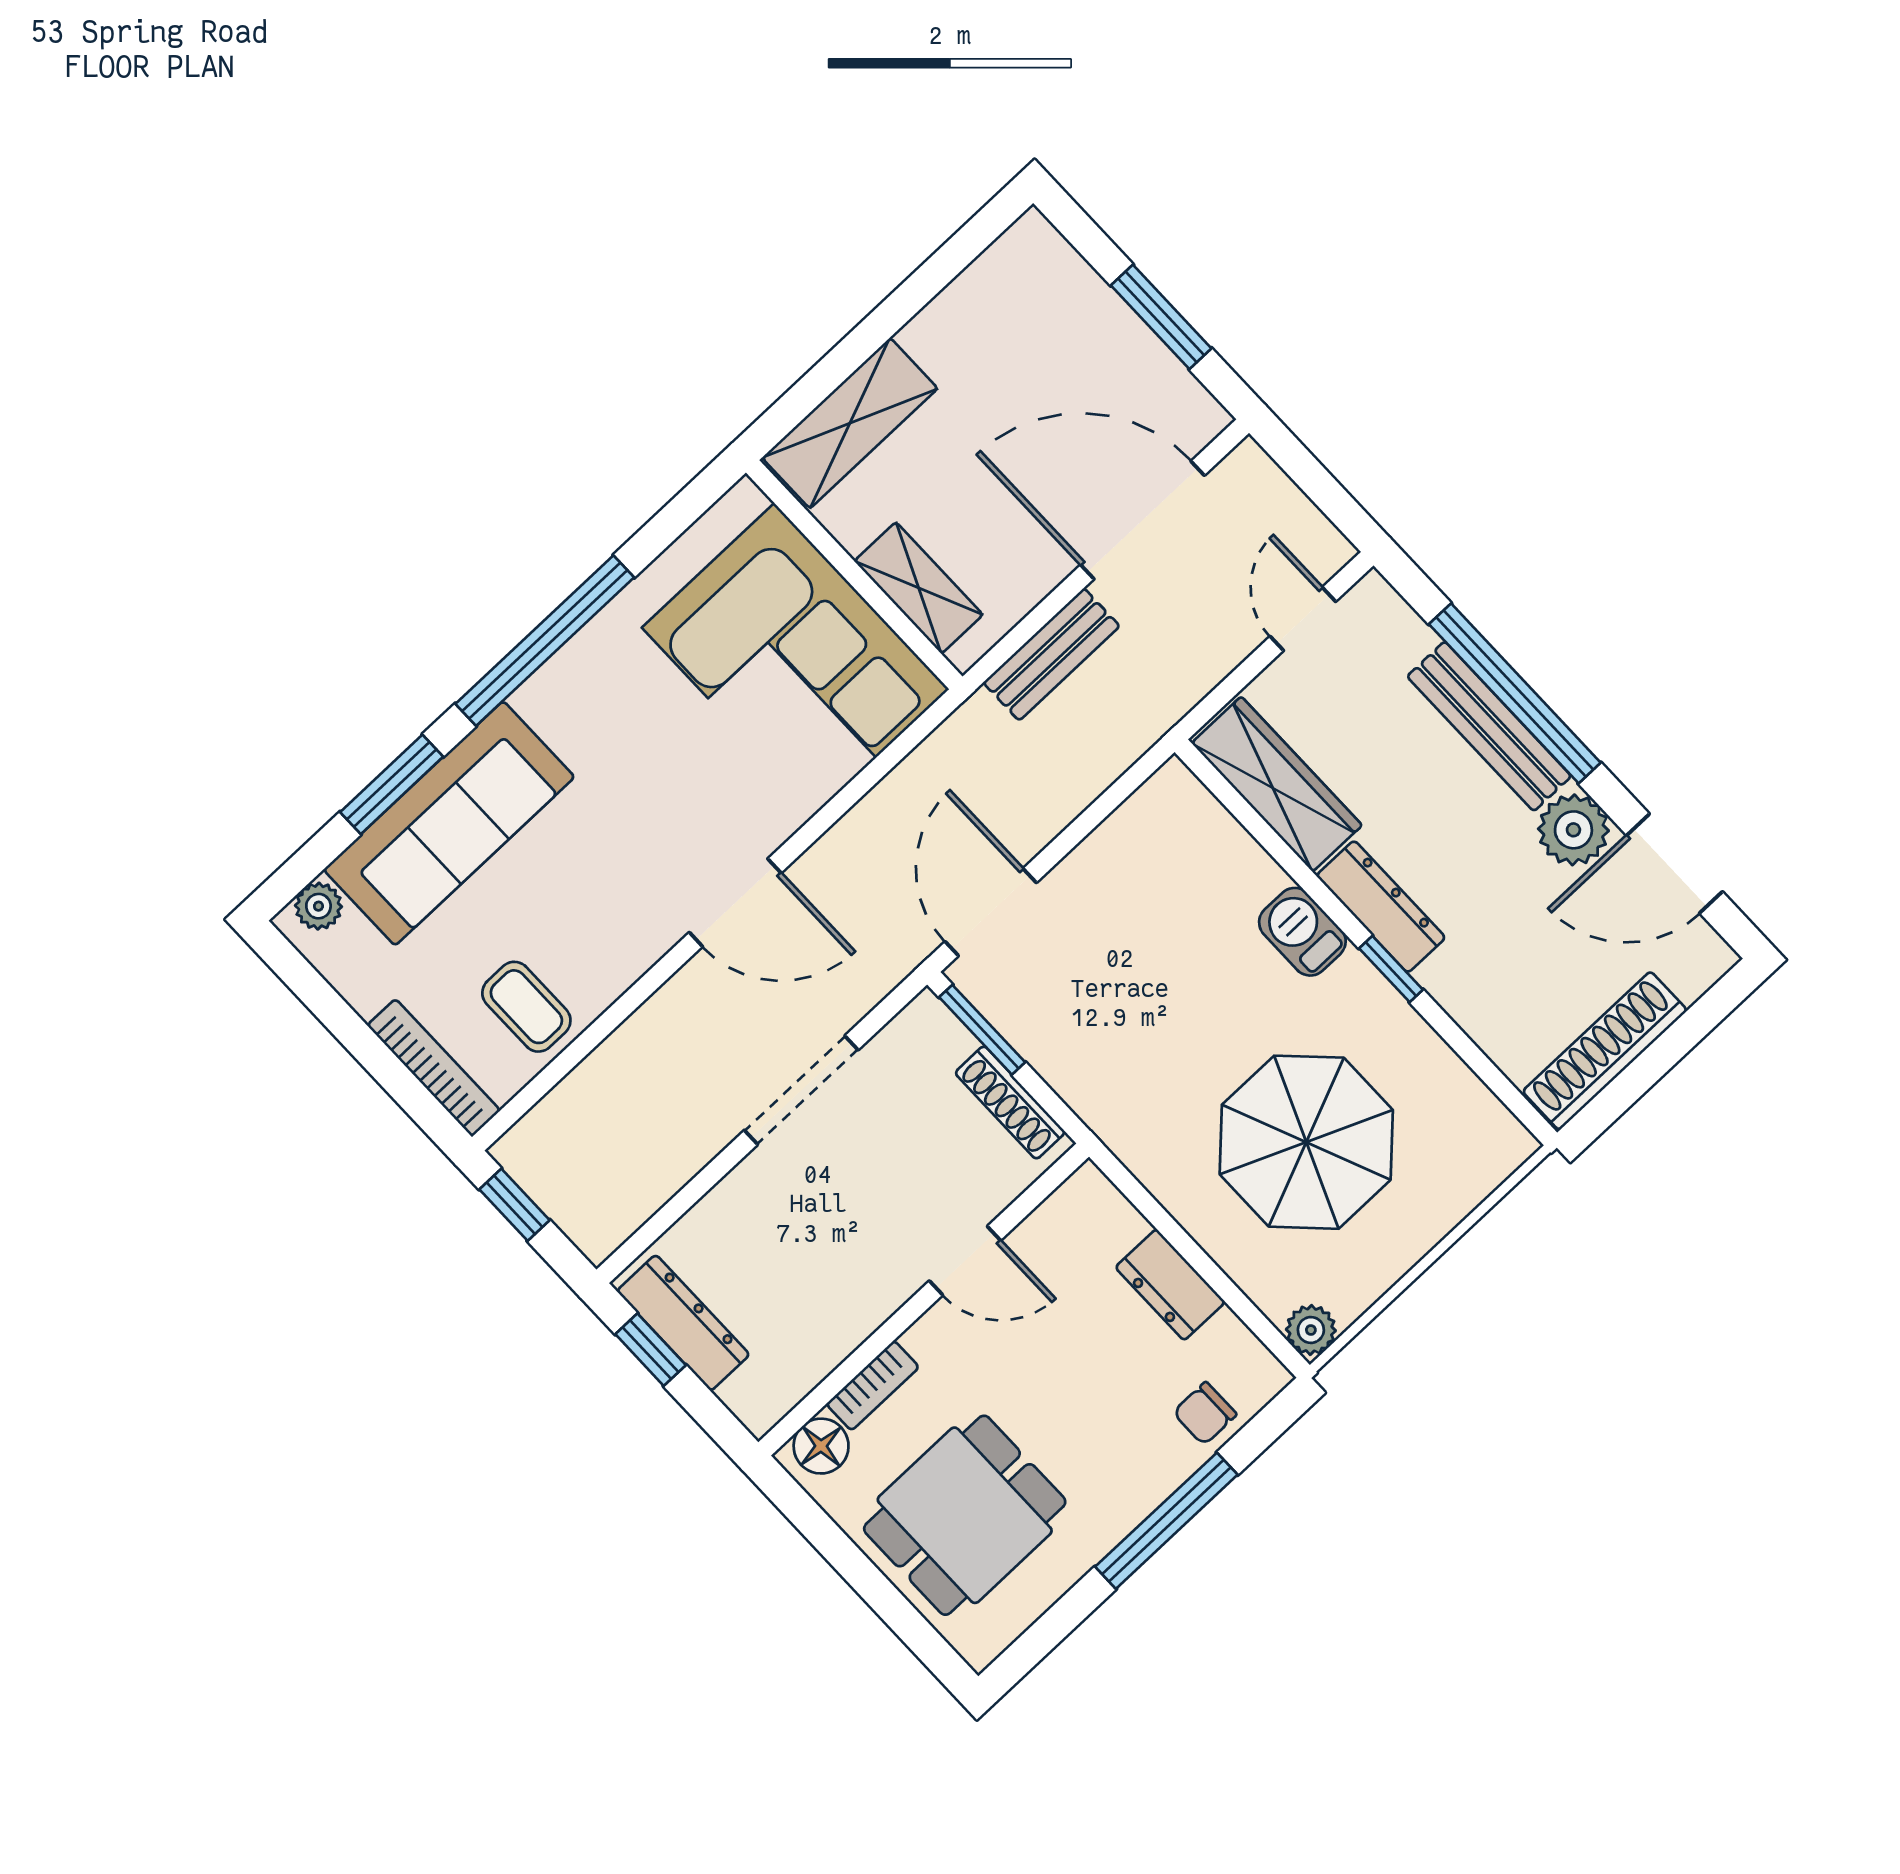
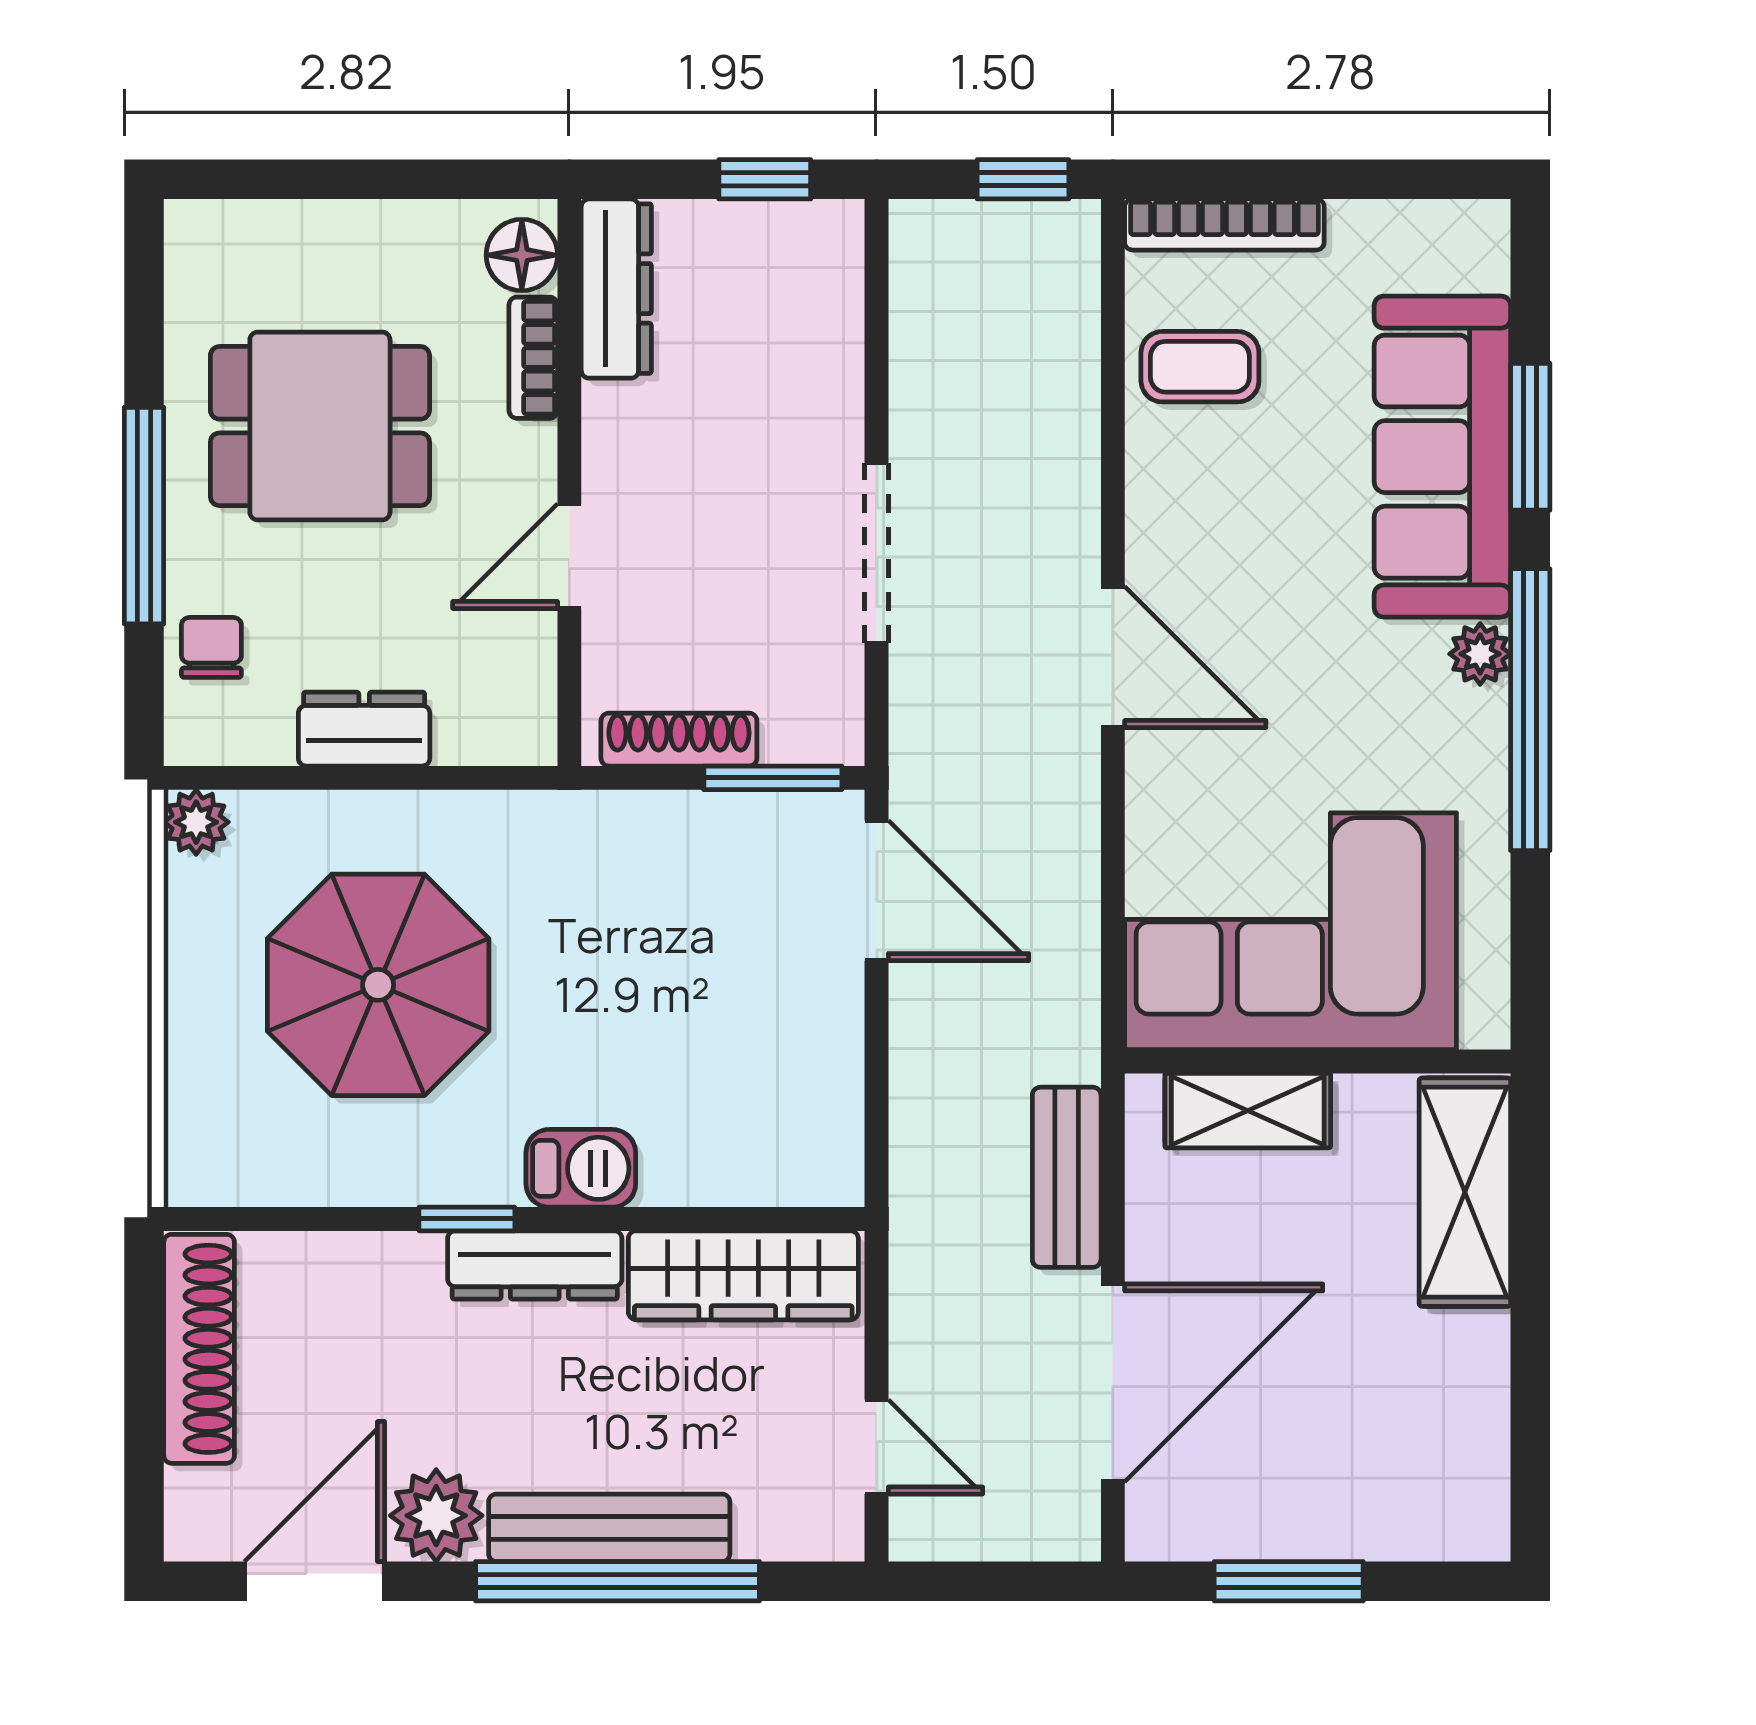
door: (735, 903) -> (1113, 657), swing flipped
plant: (318, 906) -> (1480, 654), moved
dresser: (683, 1323) -> (616, 289), moved, turned -90
dining table: (965, 1515) -> (320, 426), moved, turned 90

